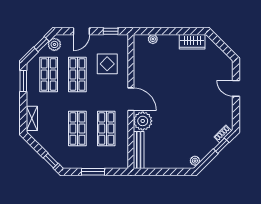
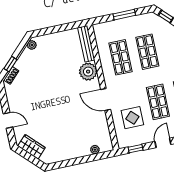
wardrobe: (192, 42) -> (31, 147), moved, turned 45
door: (131, 99) -> (106, 99), moved

